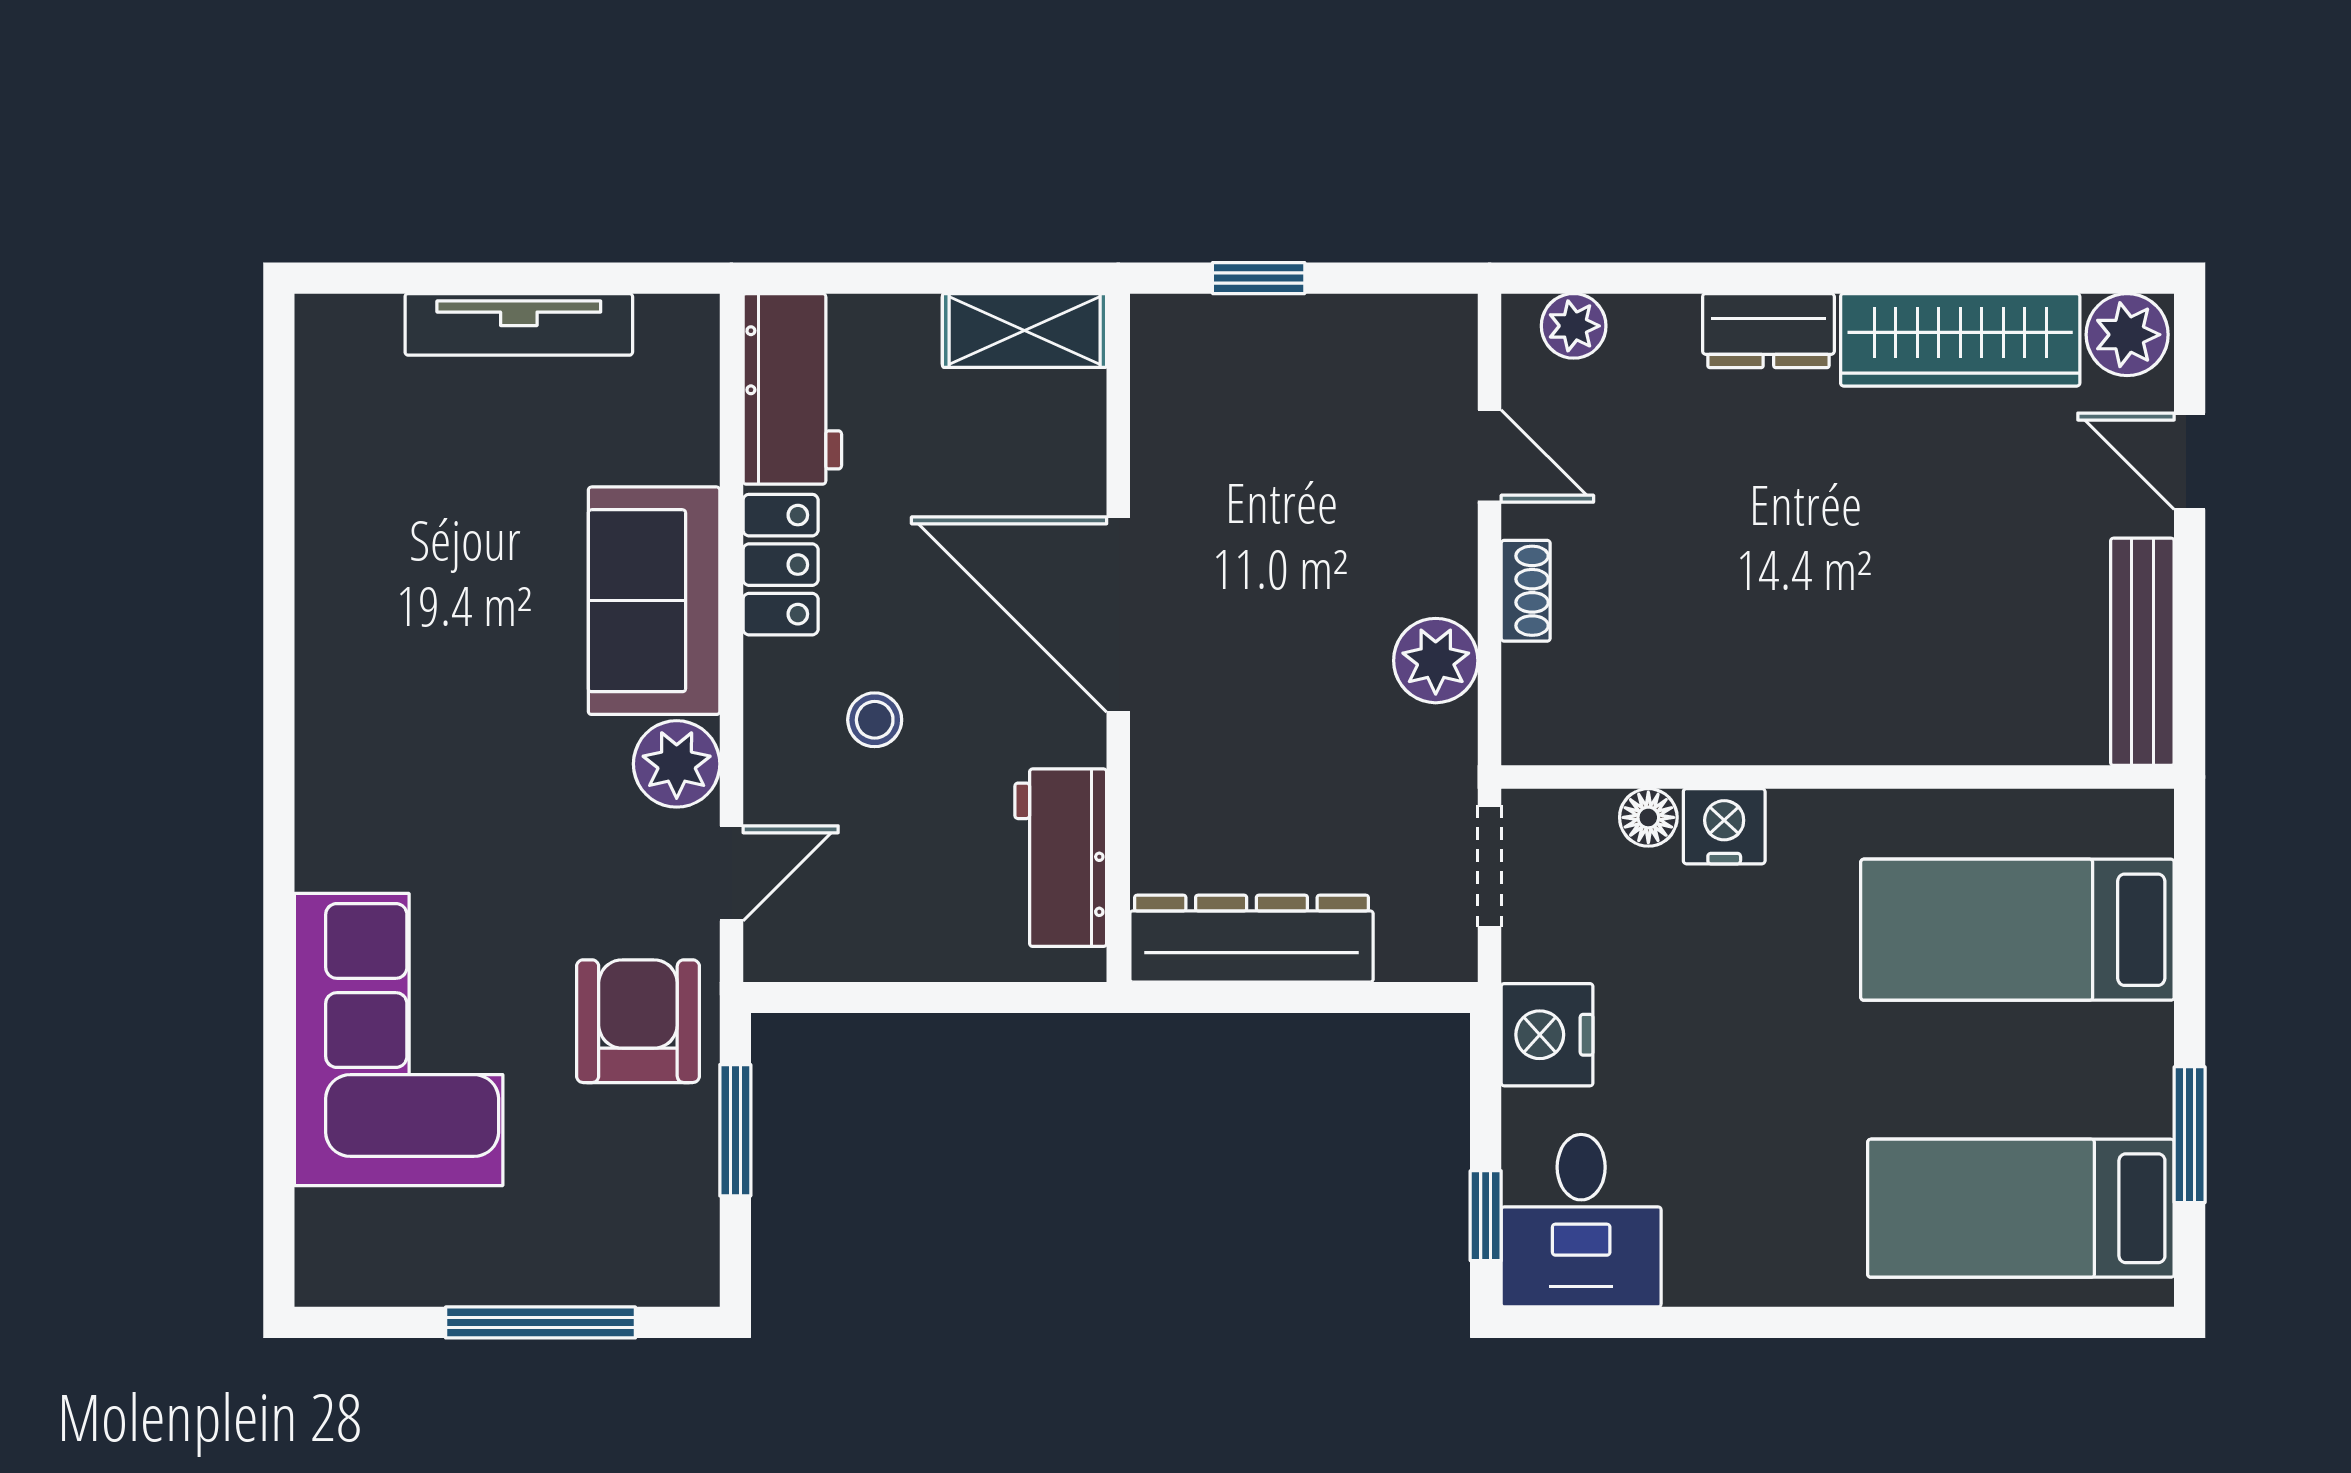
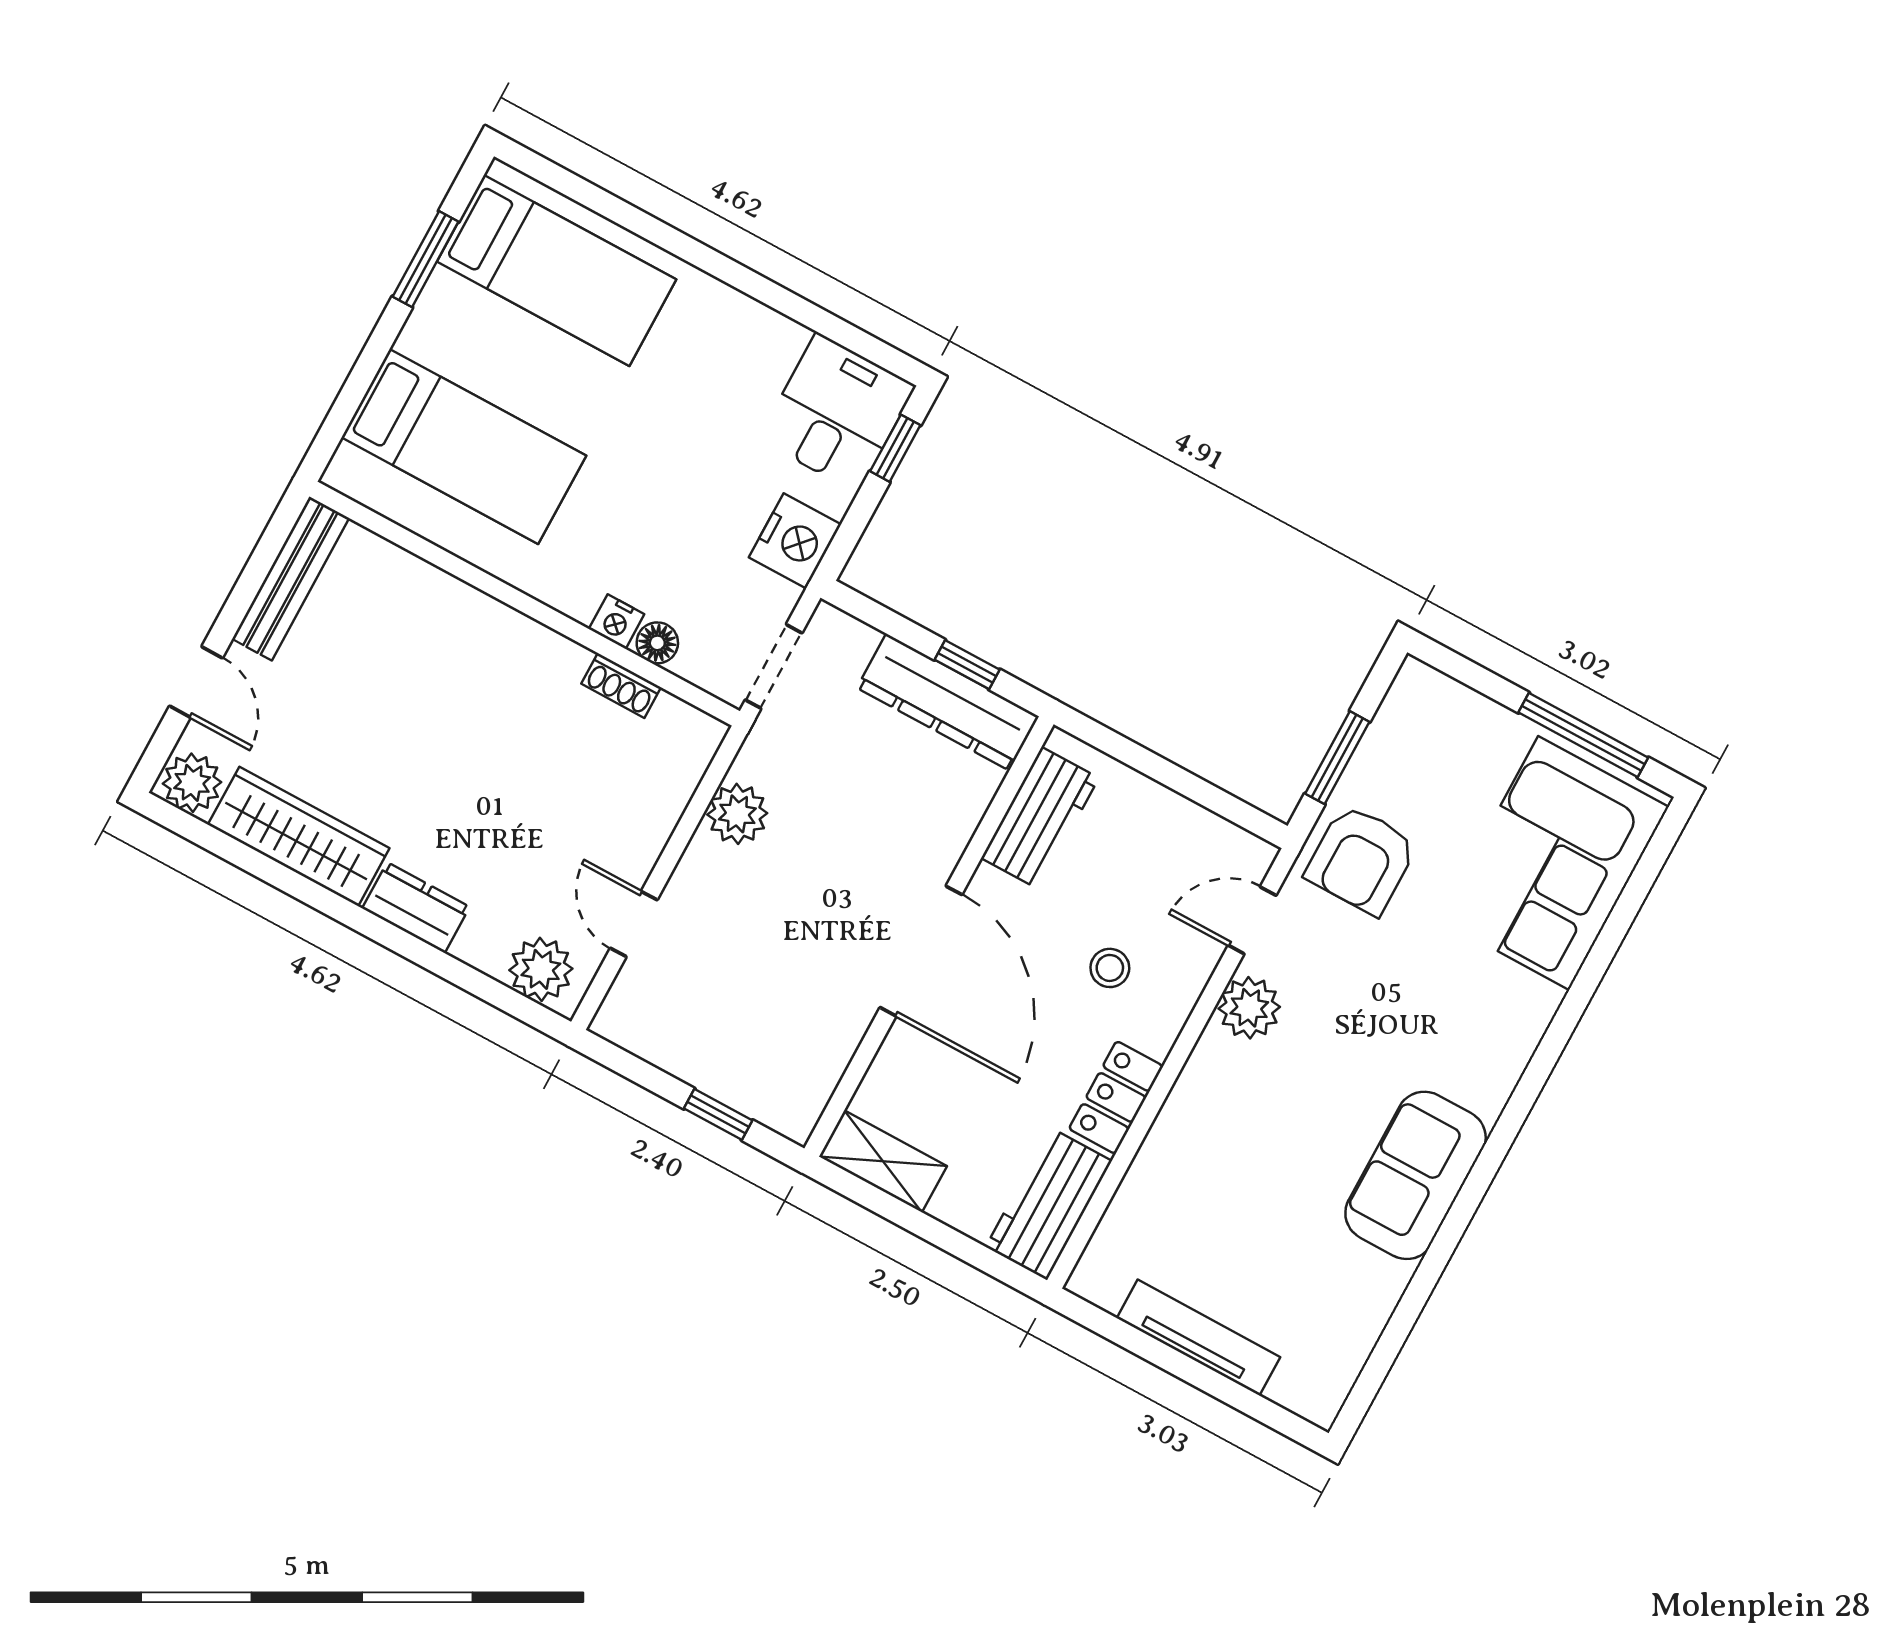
plant: (1574, 326) -> (541, 969), width x1.38, depth x1.38
shoe rack: (1526, 591) -> (621, 685), moved, turned -90
sofa: (654, 601) -> (1416, 1175), moved, turned 180
nightstand: (1724, 826) -> (617, 622), width x0.72, depth x0.74
window: (1253, 998) -> (967, 665), added
corner sofa: (399, 1040) -> (1554, 863), moved
window: (541, 1322) -> (1583, 735), moved

